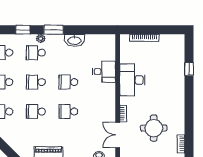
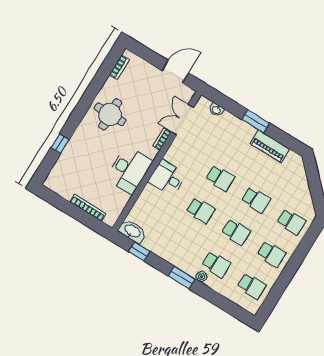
window: (23, 30) -> (139, 251), moved
washbasin: (74, 40) -> (132, 231), moved
desk: (104, 72) -> (167, 178), moved
round table: (154, 128) -> (110, 114), moved
double door: (118, 135) -> (182, 120), swing flipped

